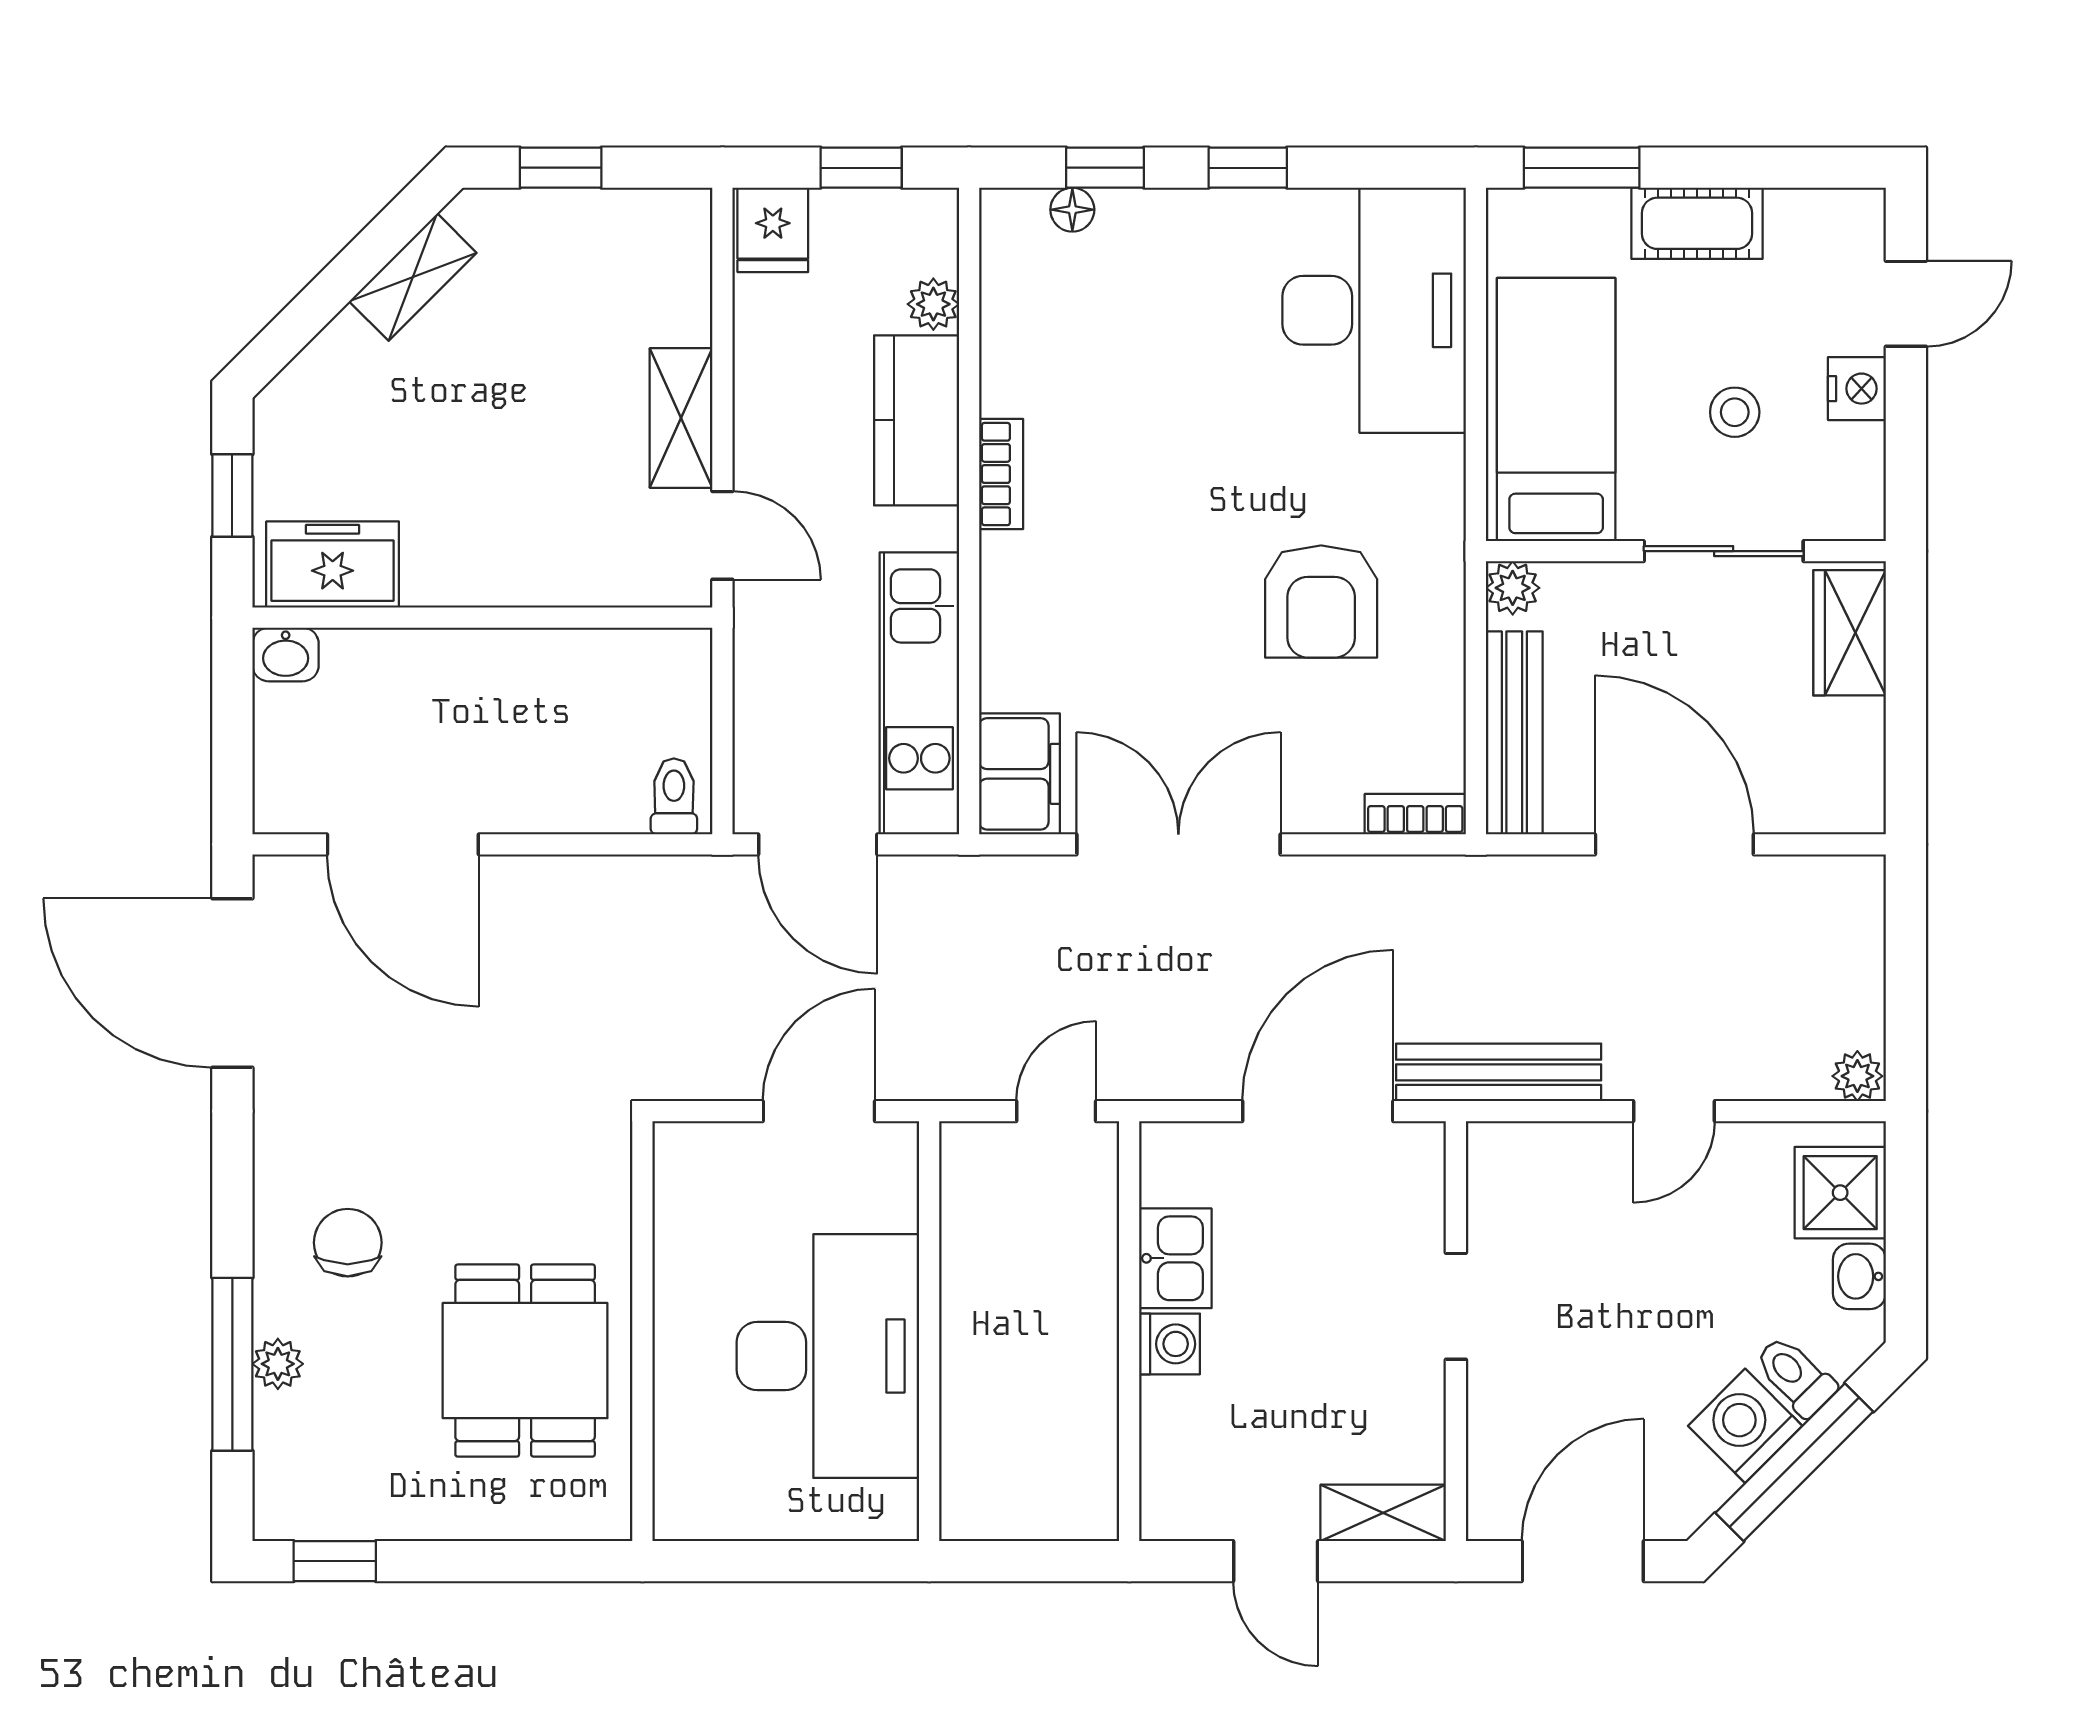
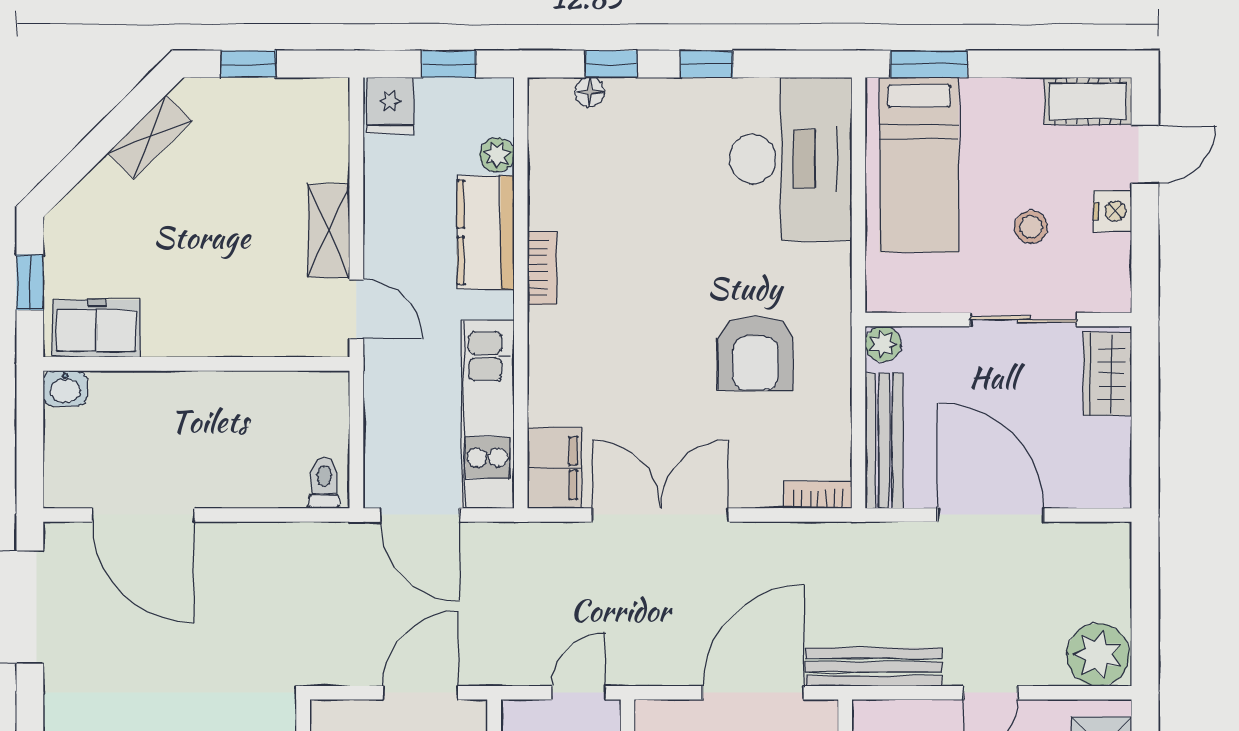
cot: (1697, 223) -> (1088, 101), moved
bed: (1556, 409) -> (919, 165), moved, turned 180
plant: (1857, 1076) -> (1098, 655), width x1.87, depth x1.87

